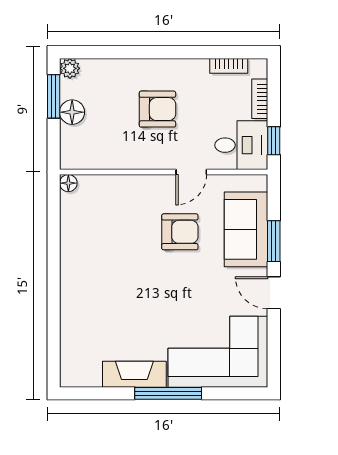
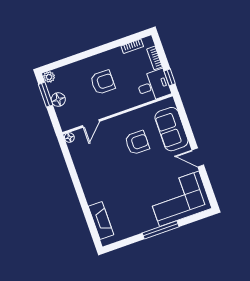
door: (191, 172) -> (91, 123), moved
window: (274, 241) -> (188, 130), removed
fireplace: (134, 374) -> (101, 220), moved, turned 90

